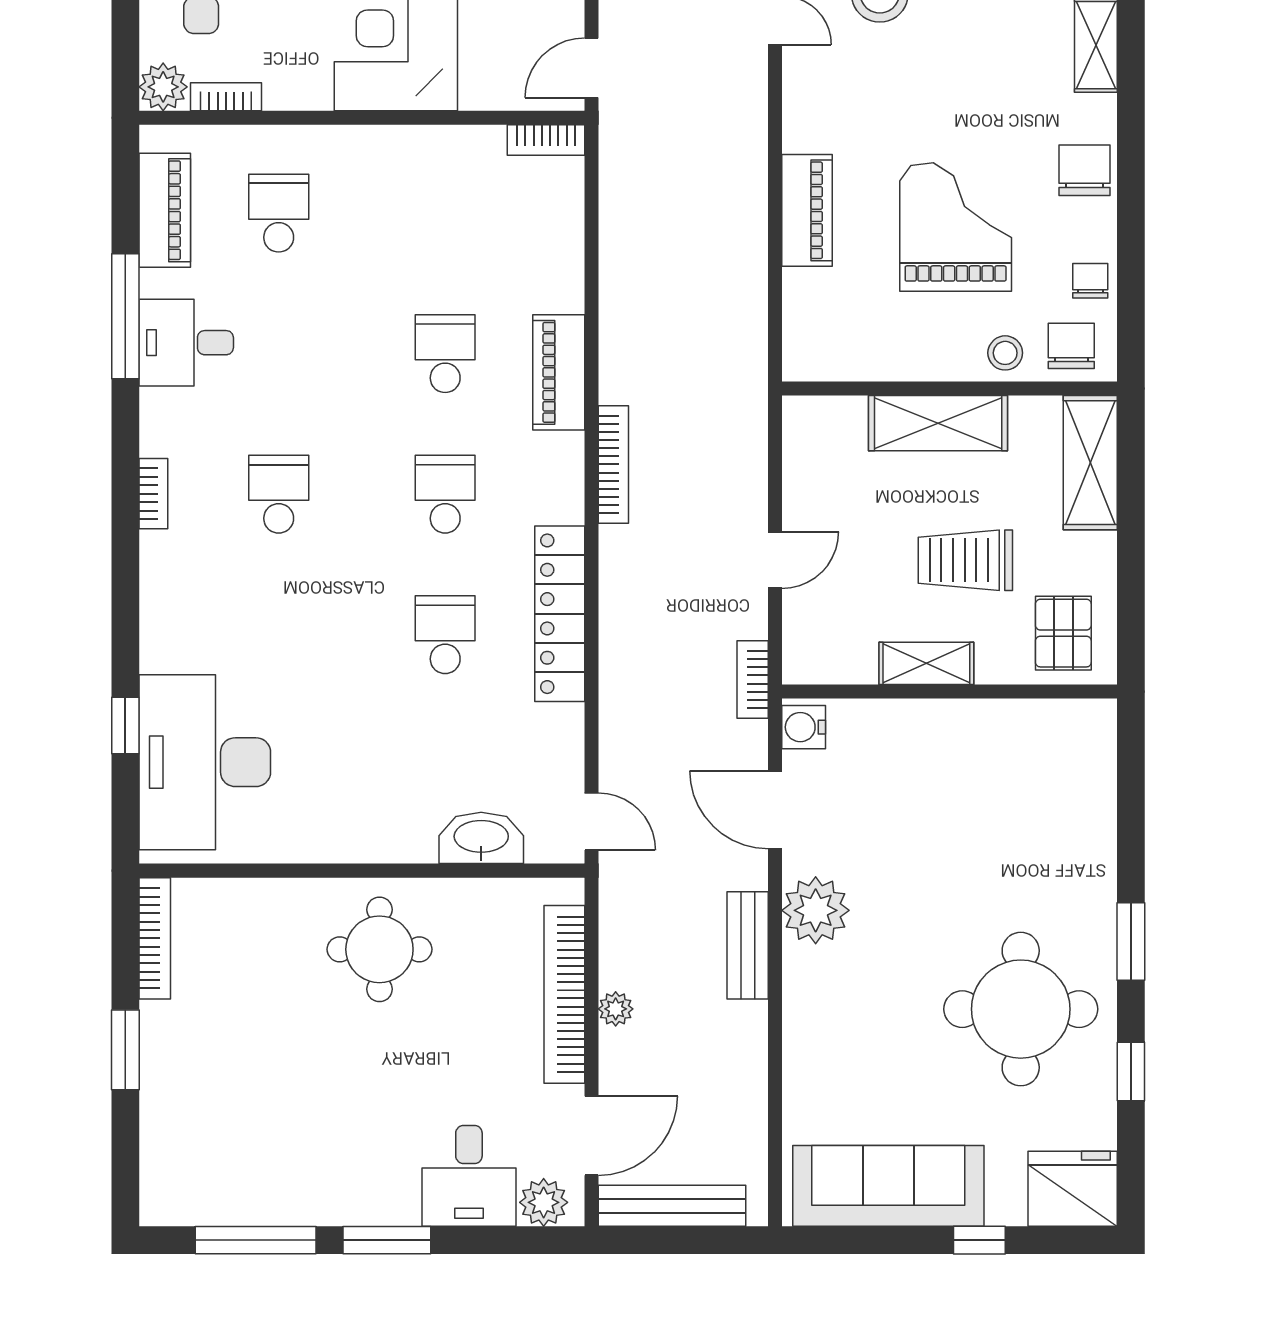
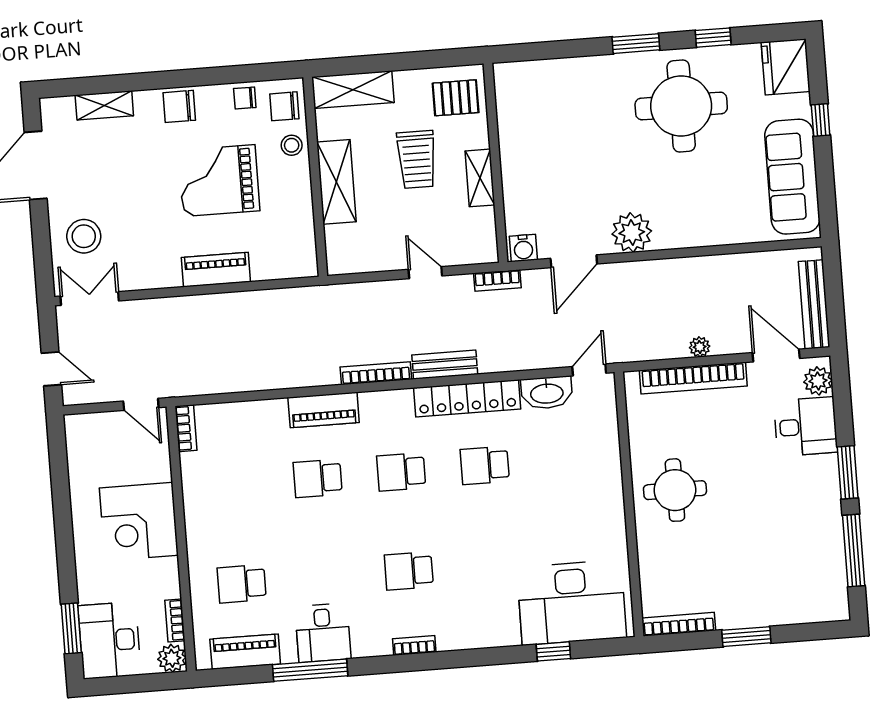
washbasin: (481, 838) -> (547, 393), moved, turned -90
bench: (748, 945) -> (445, 365), moved

